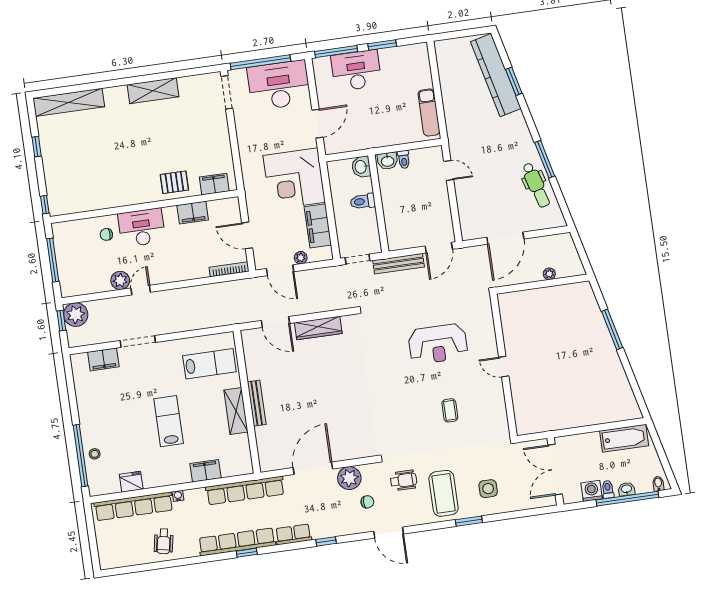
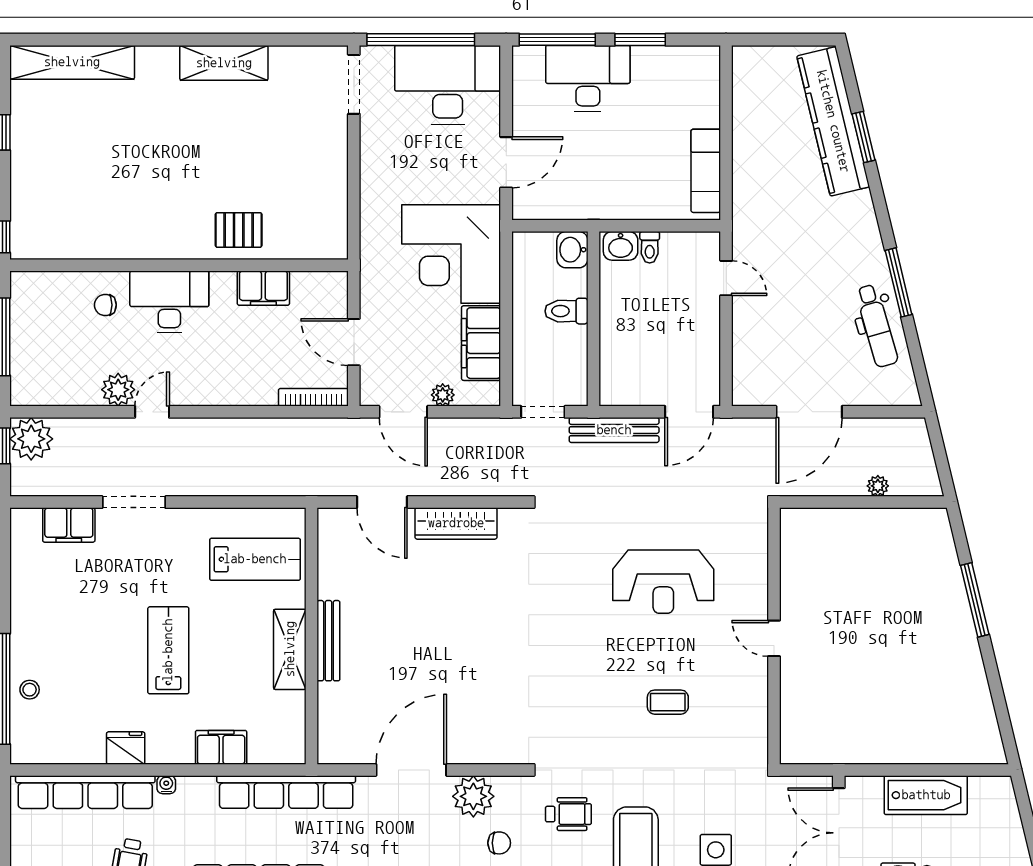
filing cabinet: (214, 184) -> (309, 243), removed
coffee table: (450, 410) -> (668, 702), turned 90
bathtub: (624, 438) -> (926, 795), moved
fridge: (131, 482) -> (126, 748), moved

